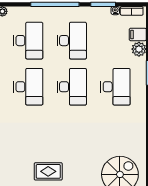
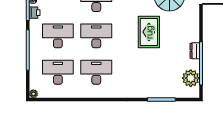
printer: (100, 13) -> (35, 13), added
rug: (48, 171) -> (149, 32), moved, width x1.36, depth x1.43

